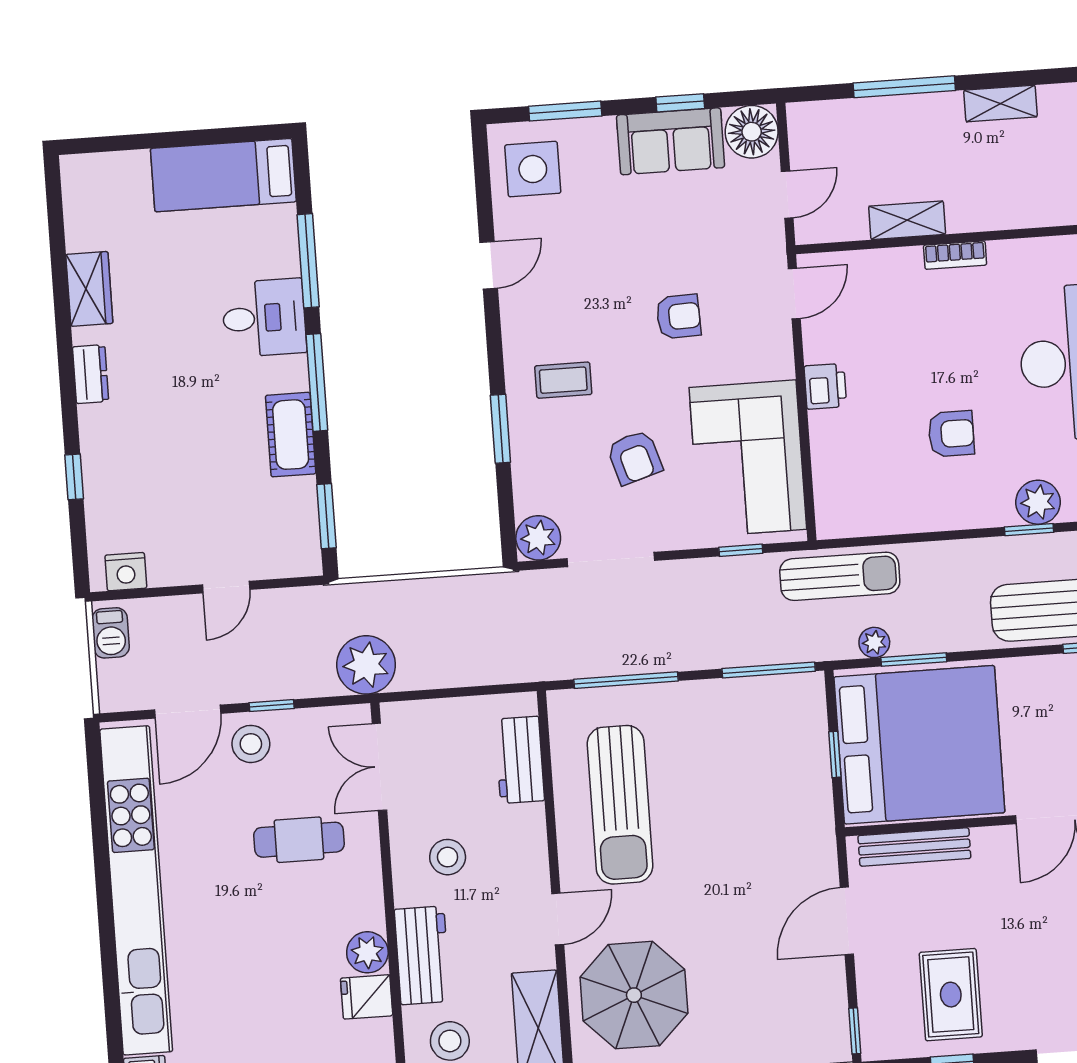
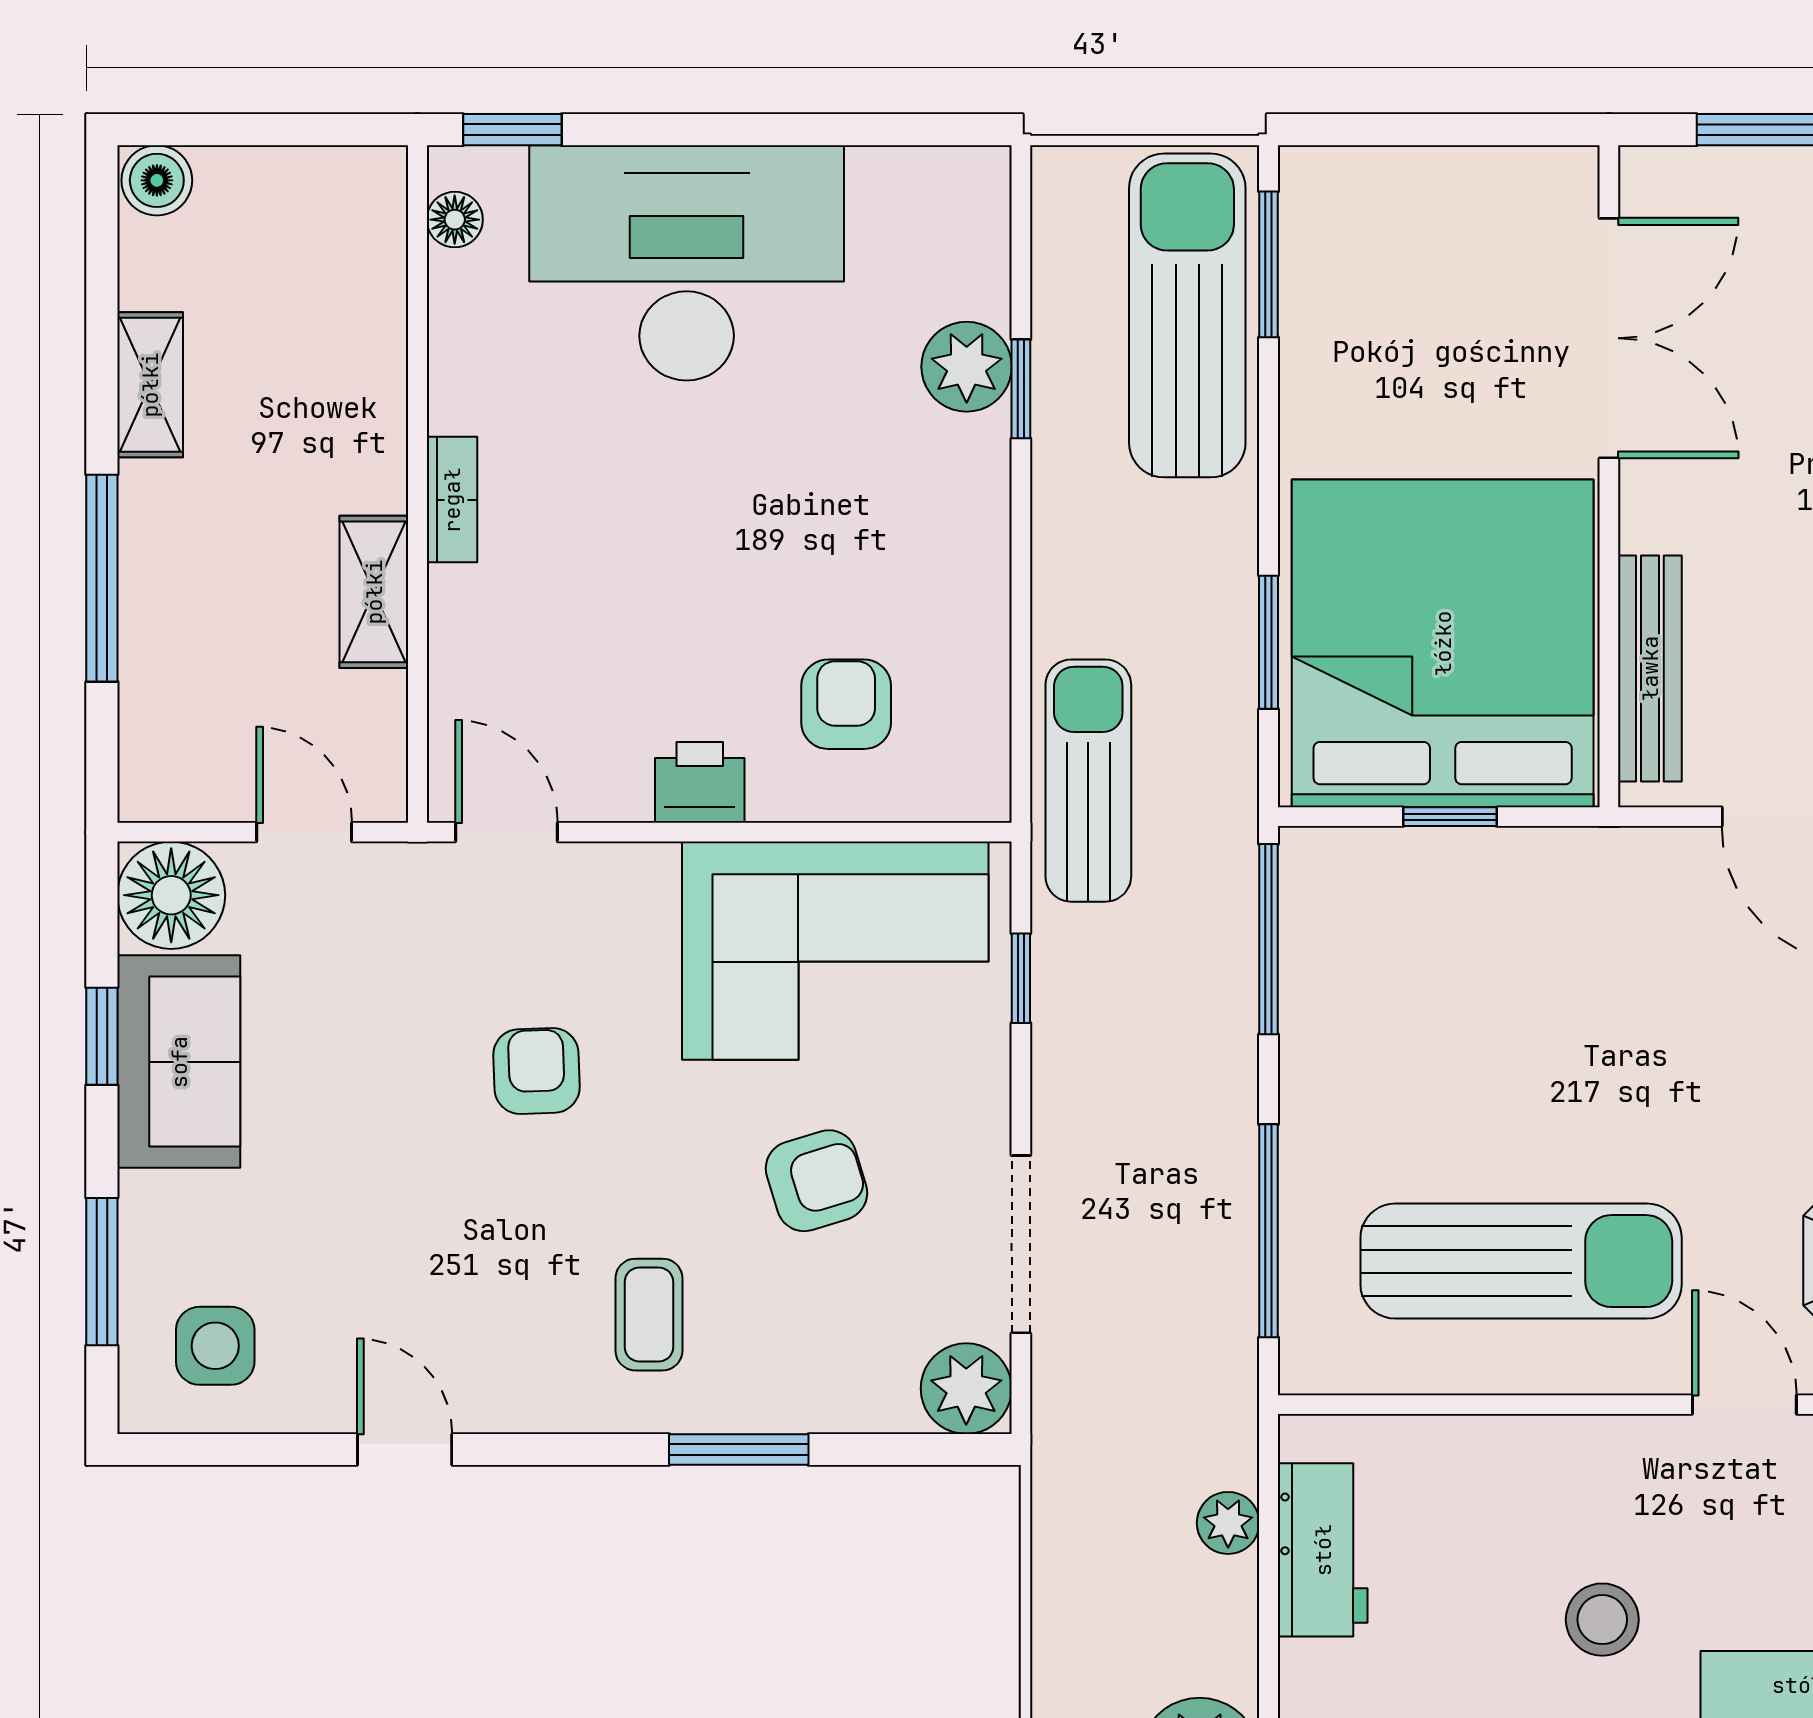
side table: (533, 169) -> (215, 1346), width x0.73, depth x0.73
armchair: (951, 434) -> (846, 704), moved
plant: (874, 642) -> (1228, 1523), moved
workbench: (520, 760) -> (1323, 1550), moved, turned -90

